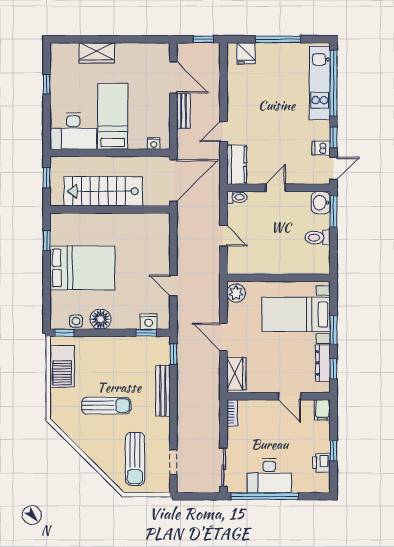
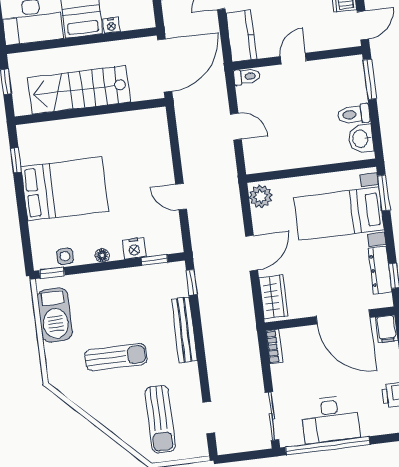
nightstand: (154, 144) -> (111, 25), moved
washbasin: (321, 203) -> (361, 139), moved
floor lamp: (101, 319) -> (102, 255), width x0.53, depth x0.53
nightstand: (149, 322) -> (134, 248), moved
window: (333, 330) -> (384, 193), moved
door: (223, 337) -> (252, 253), swing flipped
door: (289, 396) -> (343, 317), width x1.88

